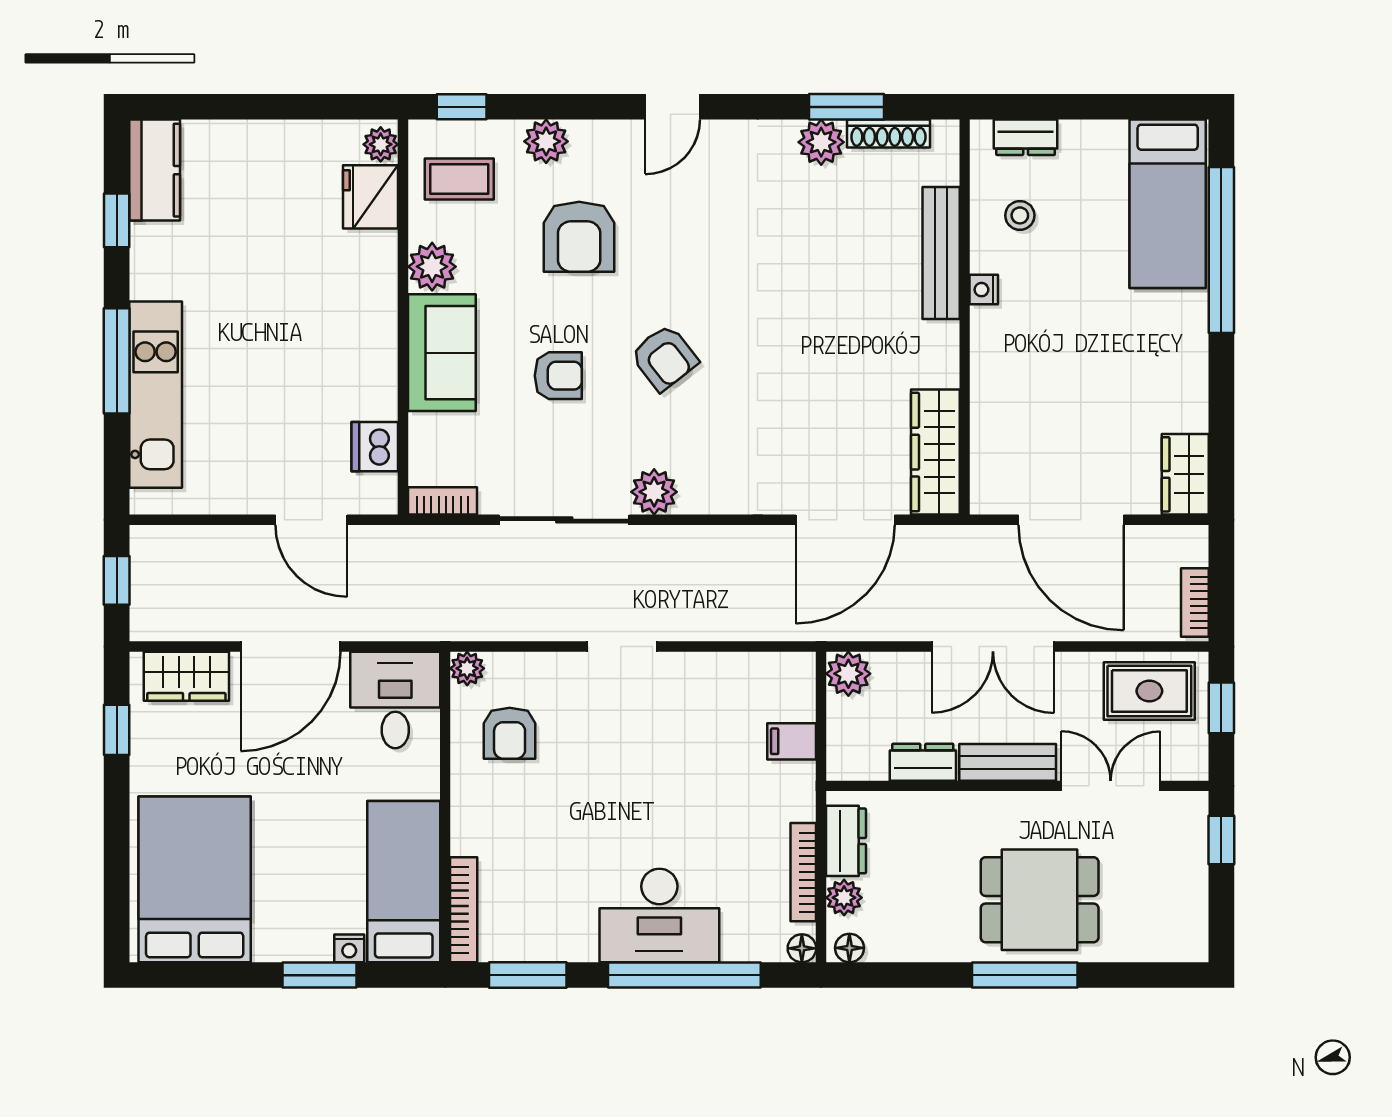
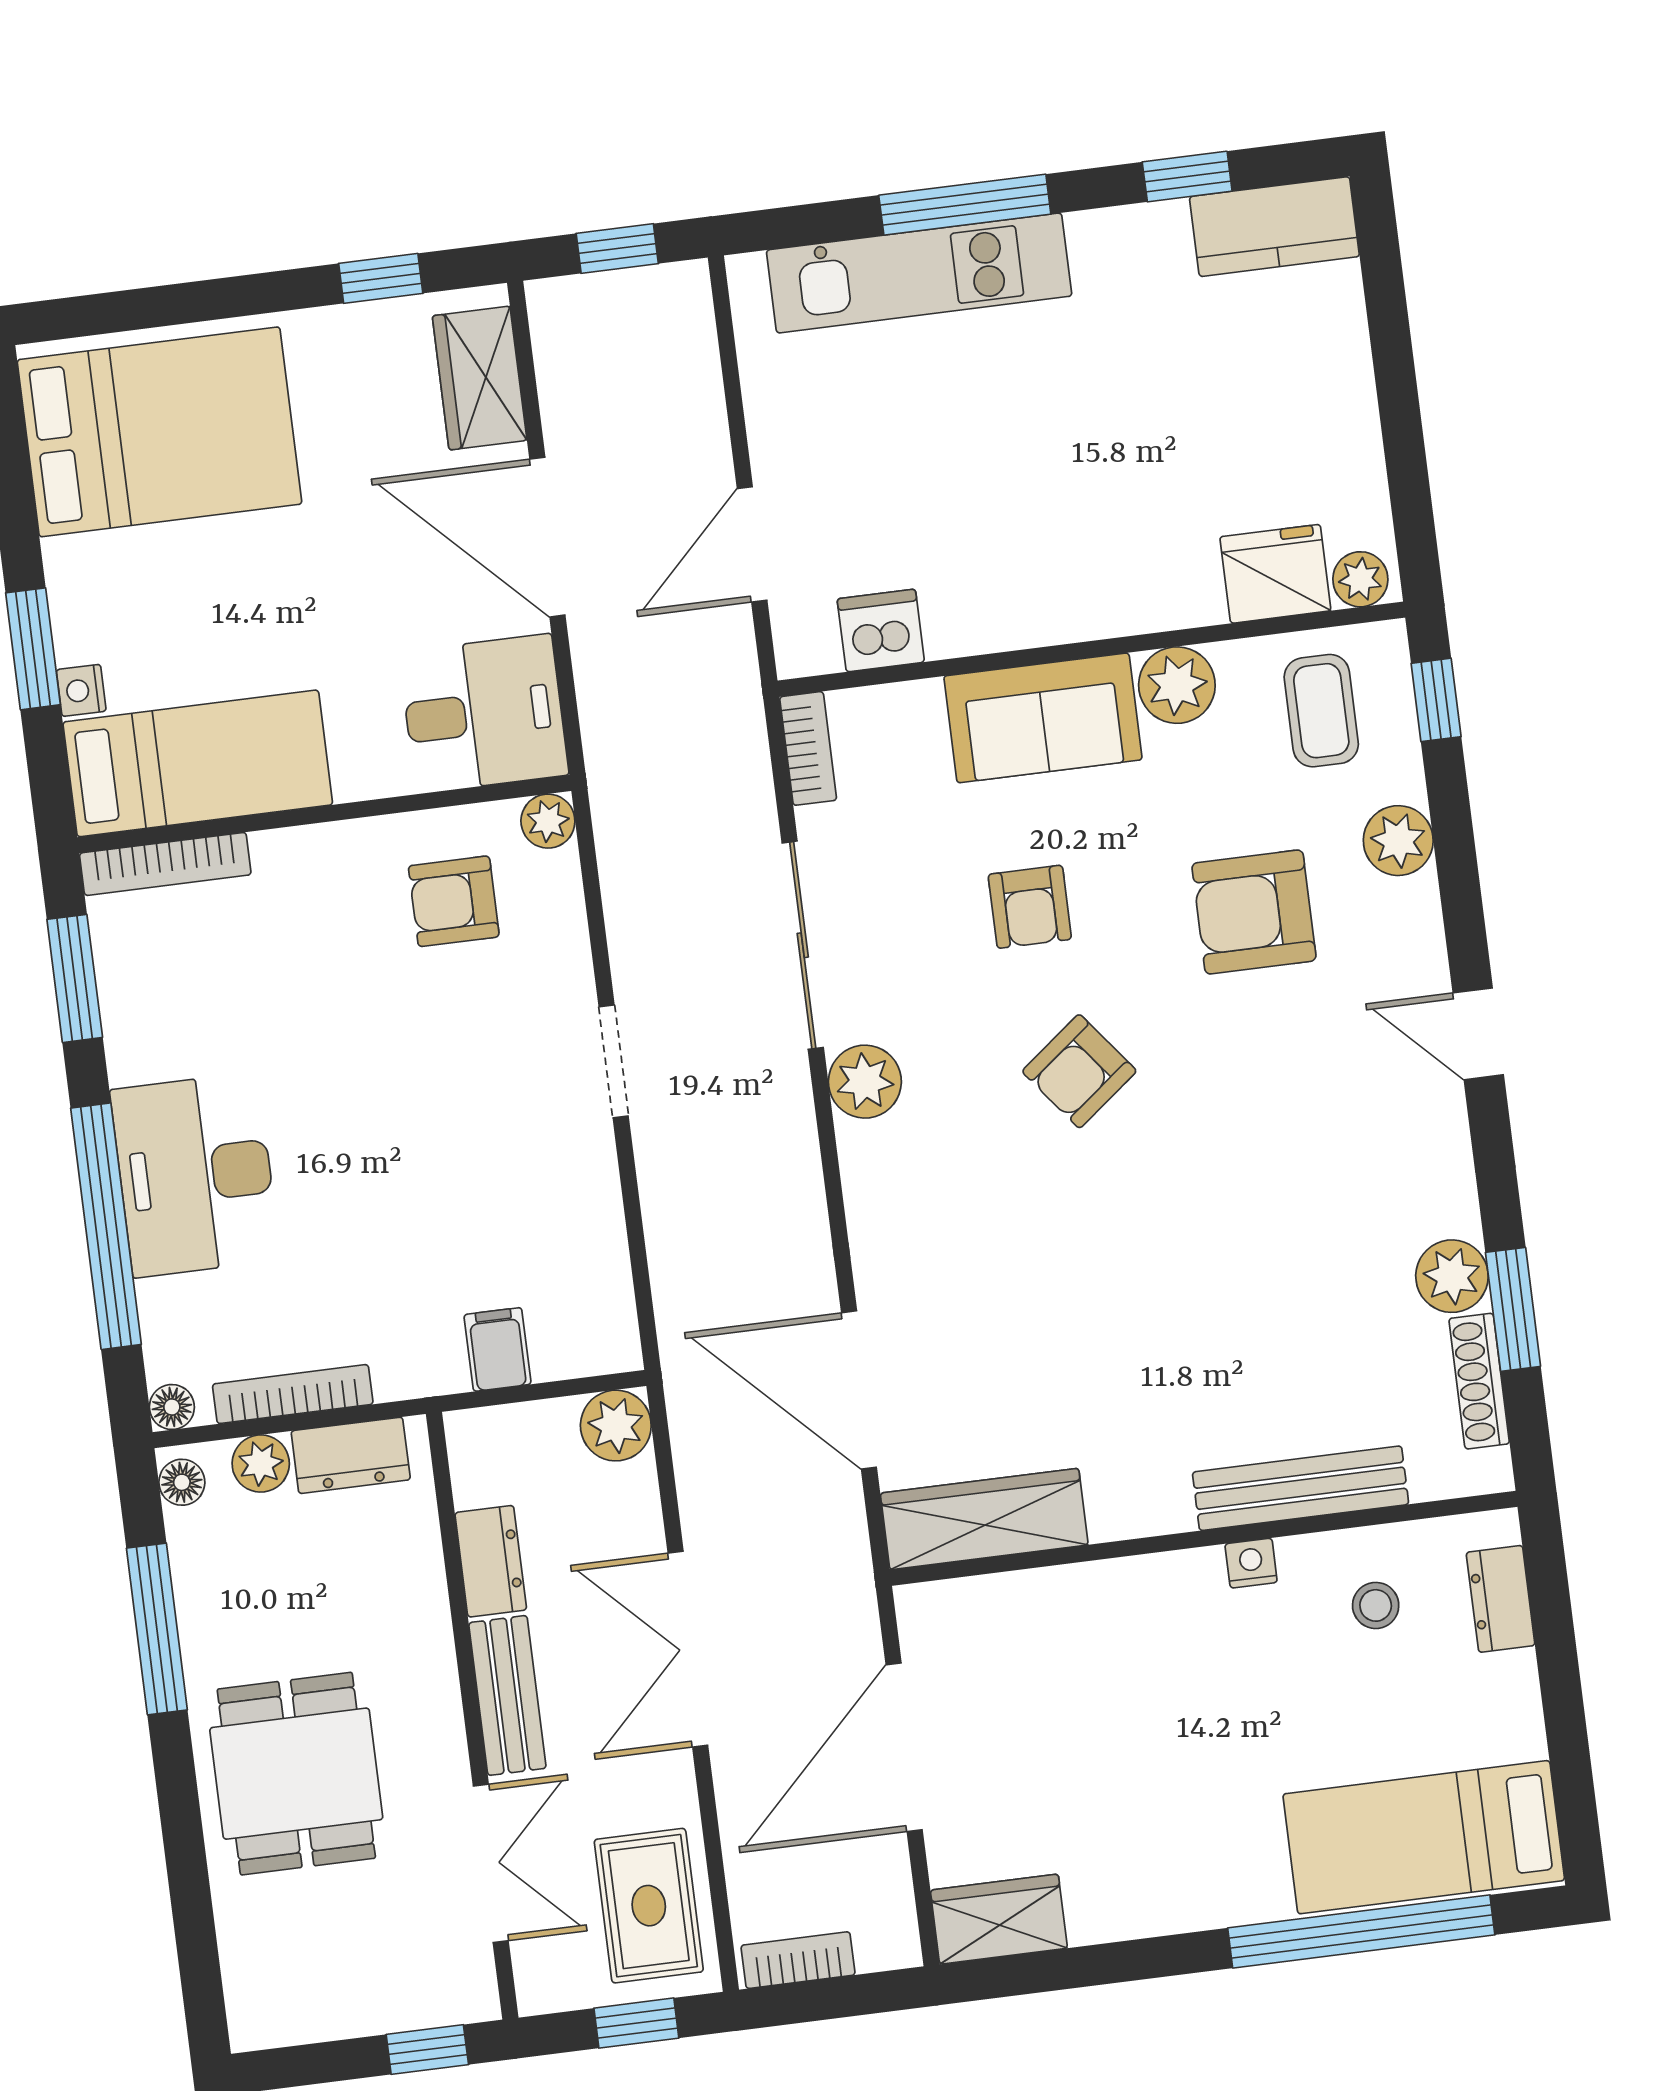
window: (1025, 975) -> (157, 1629), moved

